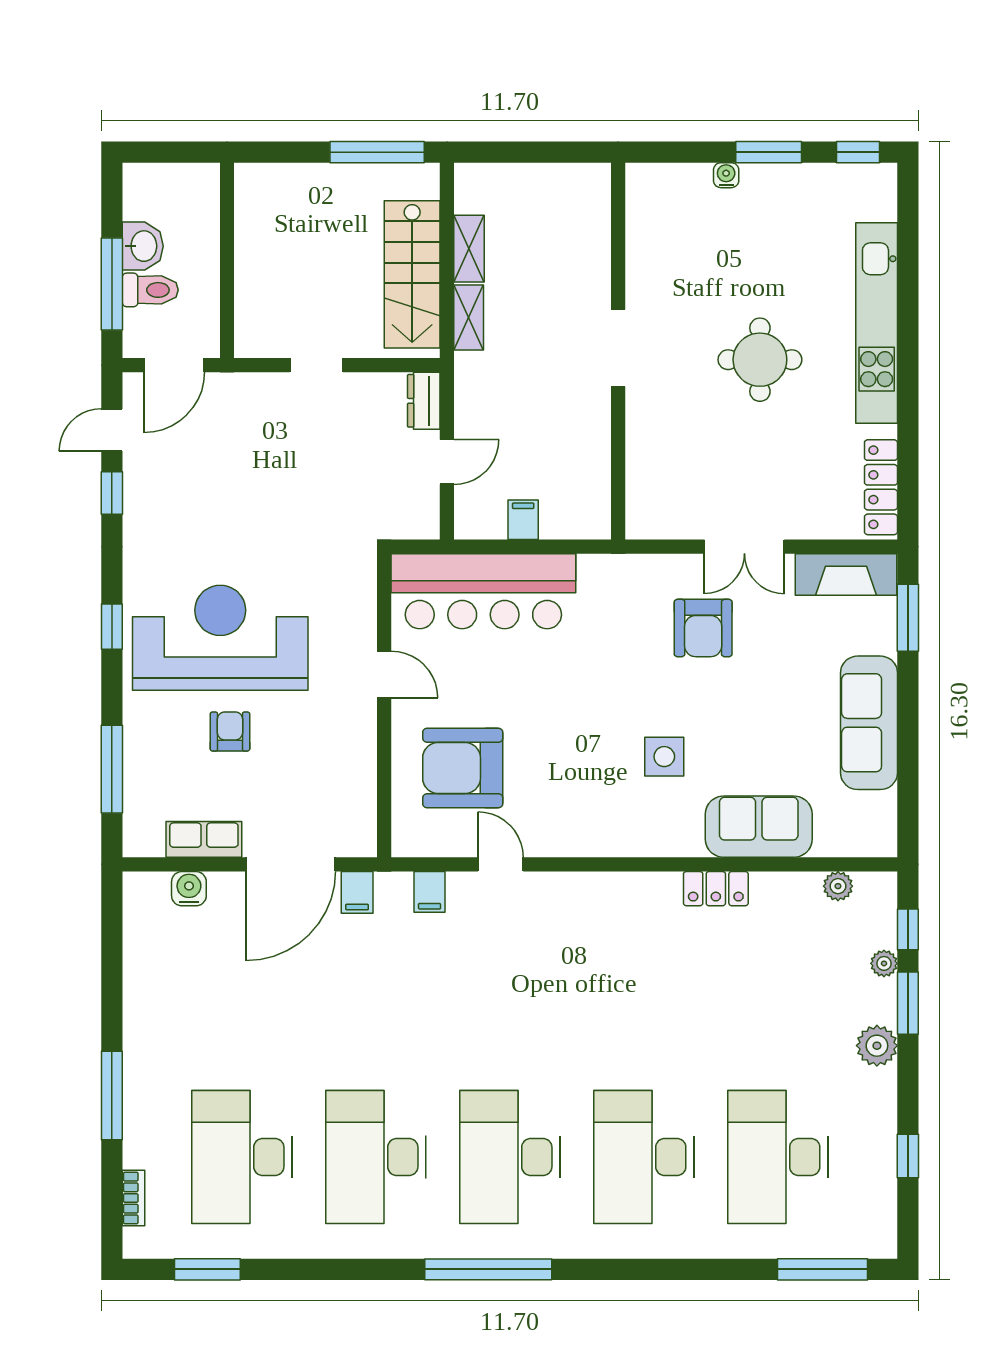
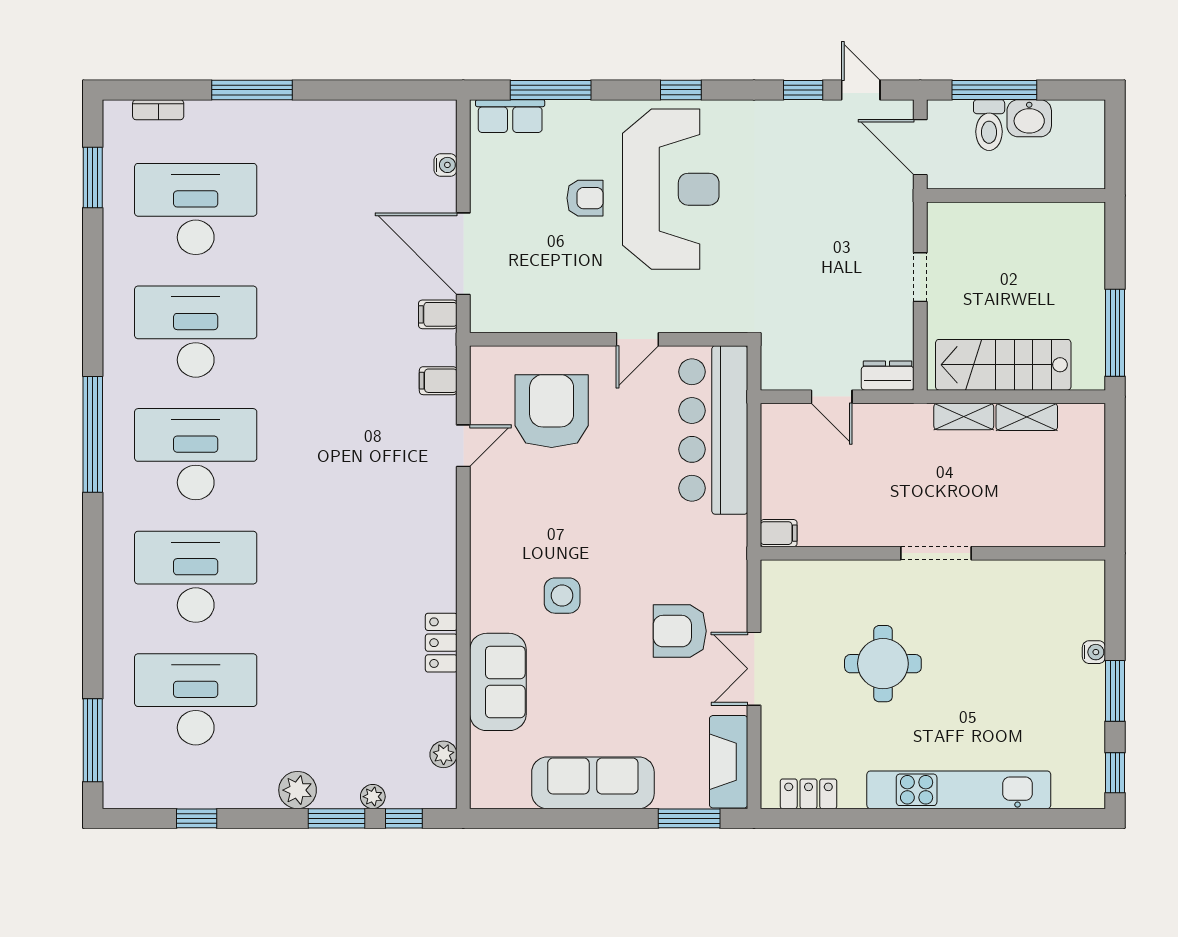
round table: (760, 360) -> (883, 664), moved
locker: (881, 487) -> (808, 794), width x0.66
filing cabinet: (523, 520) -> (779, 533), moved
row of seats: (204, 839) -> (510, 116), moved, turned 90
water cooler: (189, 889) -> (446, 165), width x0.72, depth x0.72

